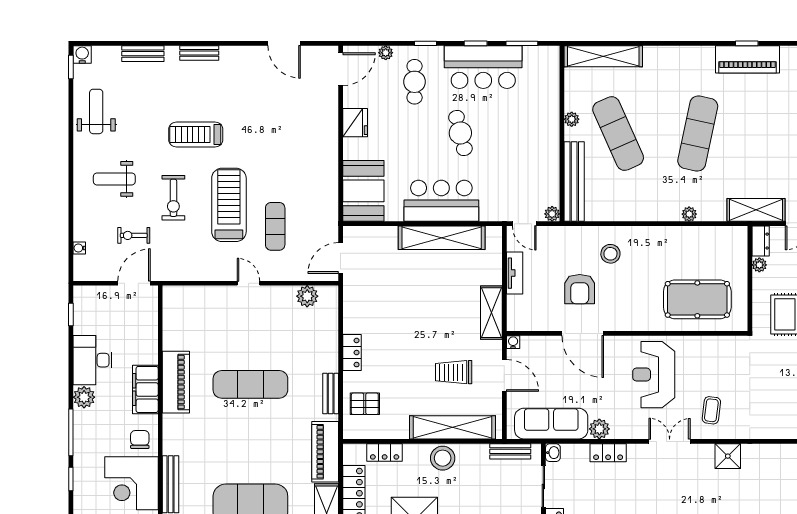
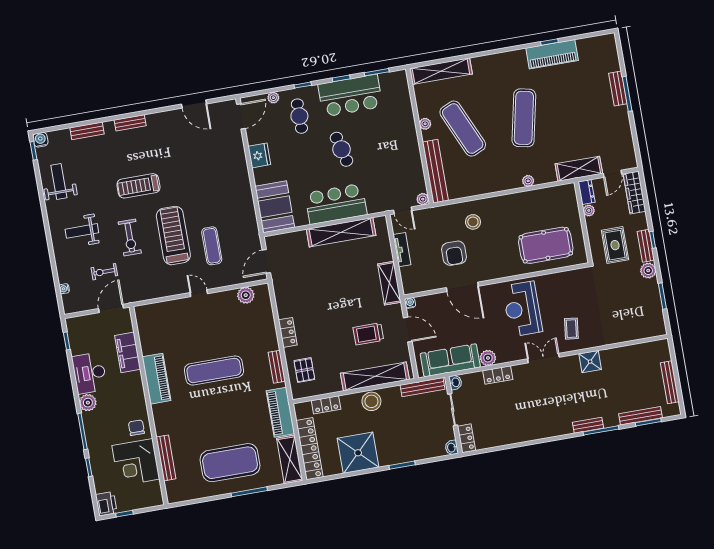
filing cabinet: (145, 389) -> (128, 352), moved
pallet: (365, 404) -> (304, 370), turned 90
bench: (510, 451) -> (423, 387), width x1.36

